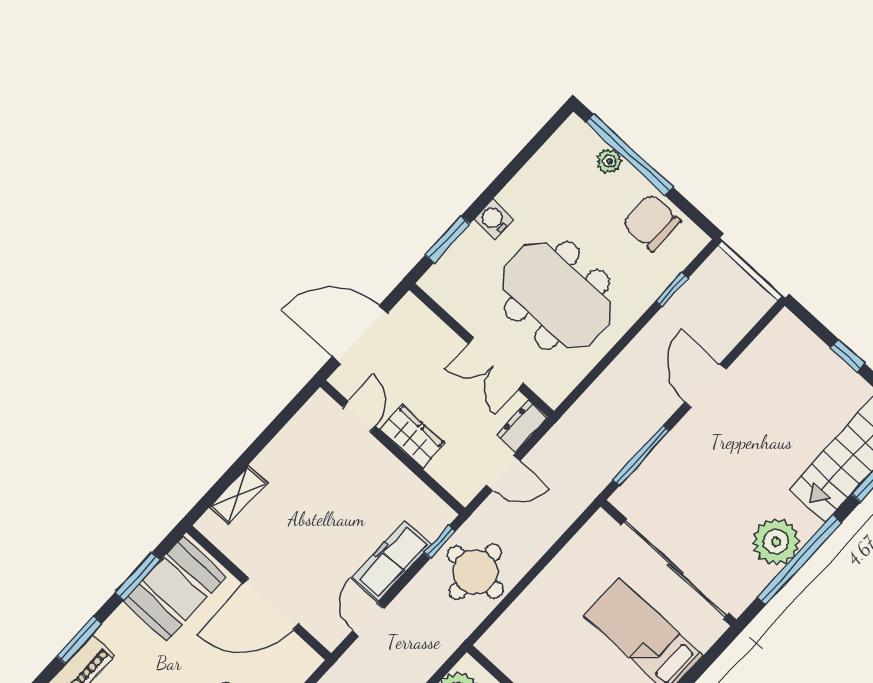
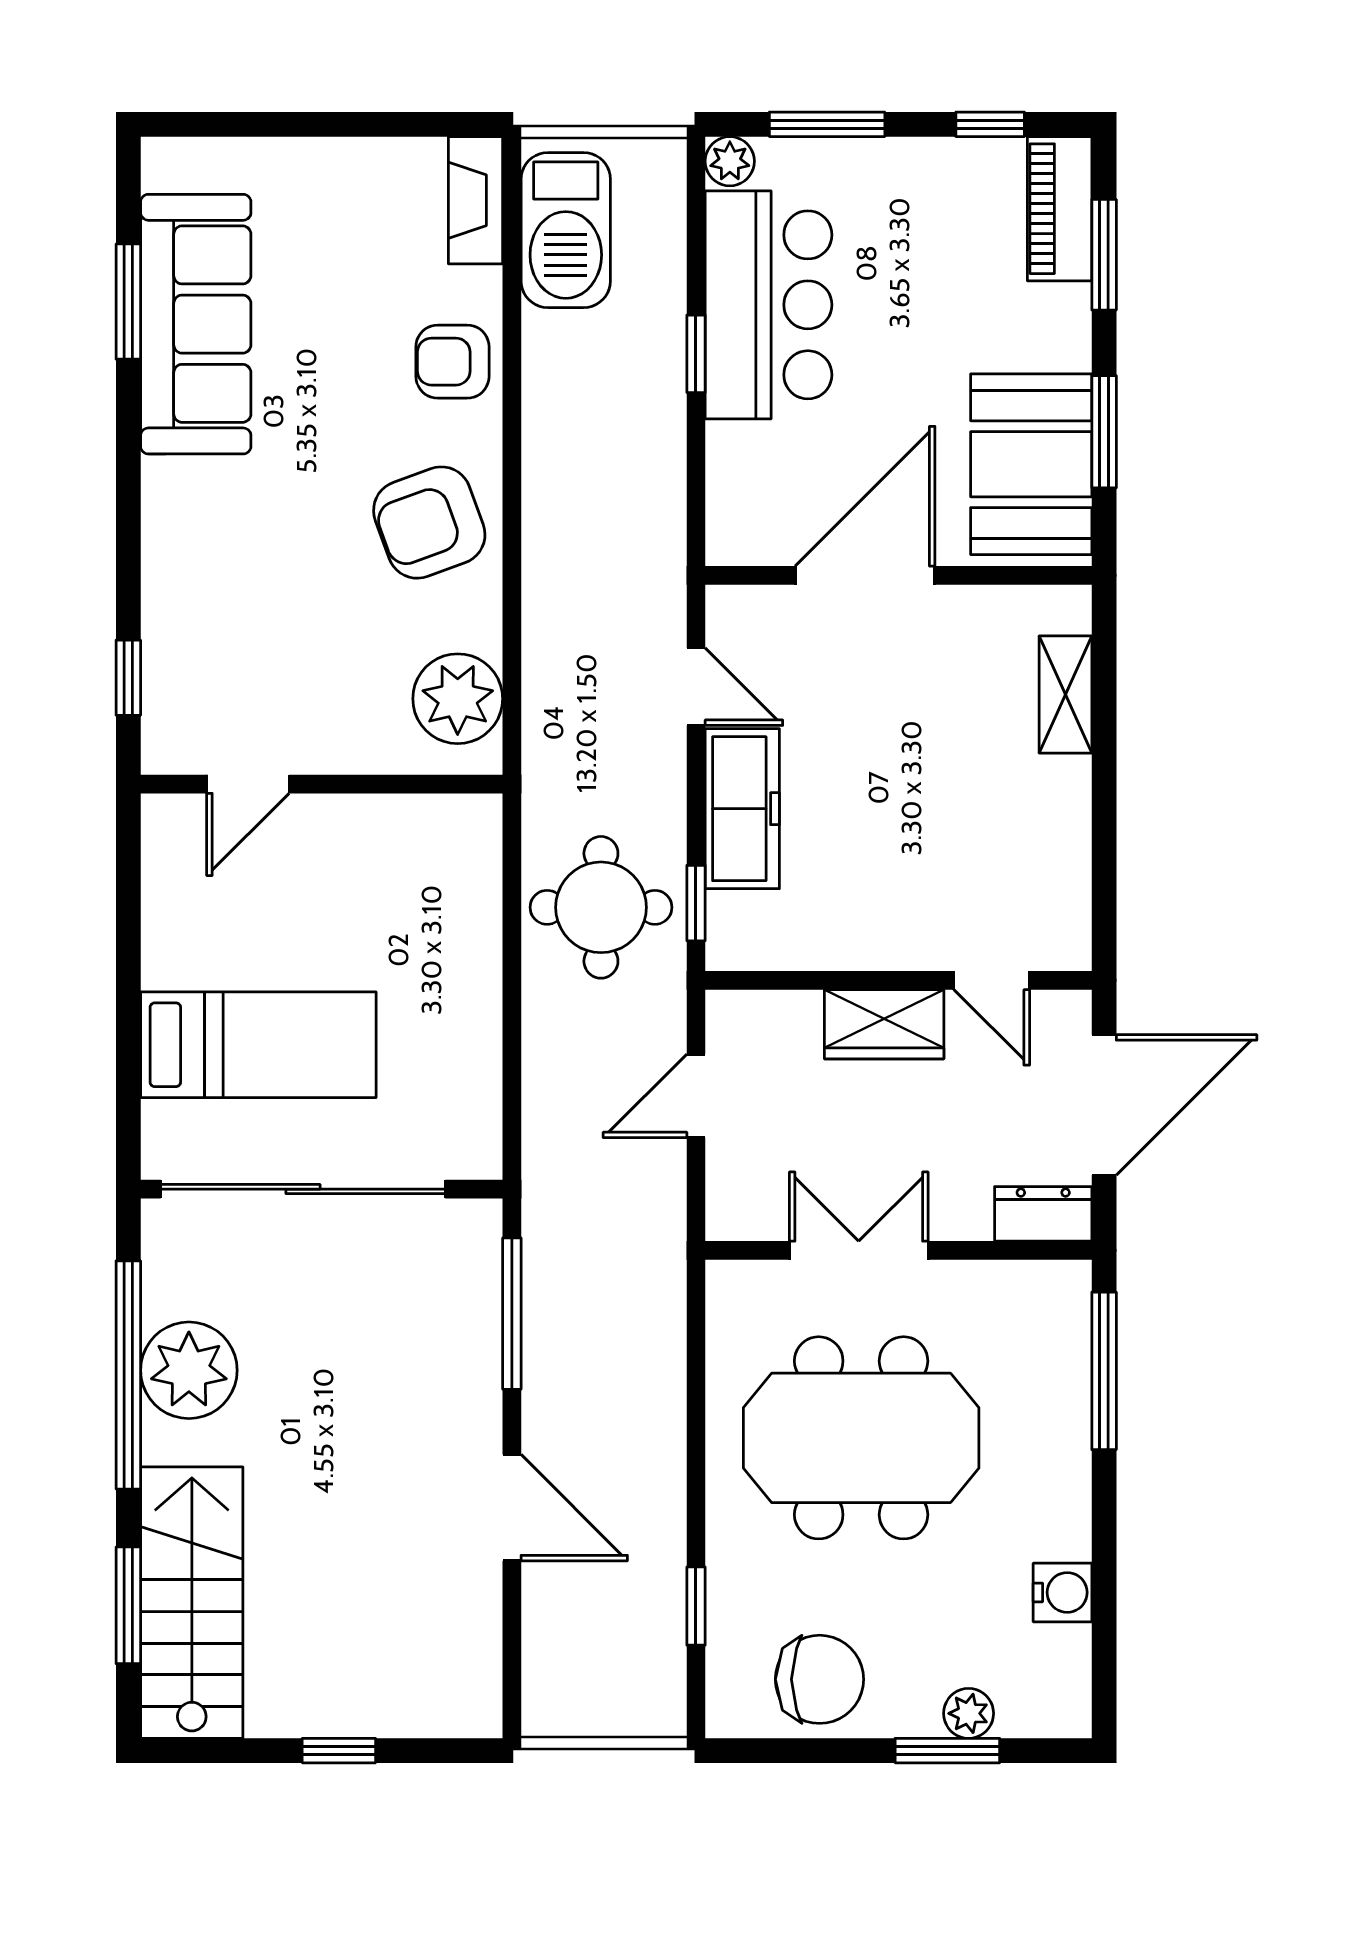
window: (629, 155) -> (947, 1751), width x0.47
water cooler: (493, 219) -> (1062, 1592), moved
window: (448, 239) -> (1104, 1371), width x1.44
dresser: (522, 426) -> (1043, 1214), moved, turned -90

